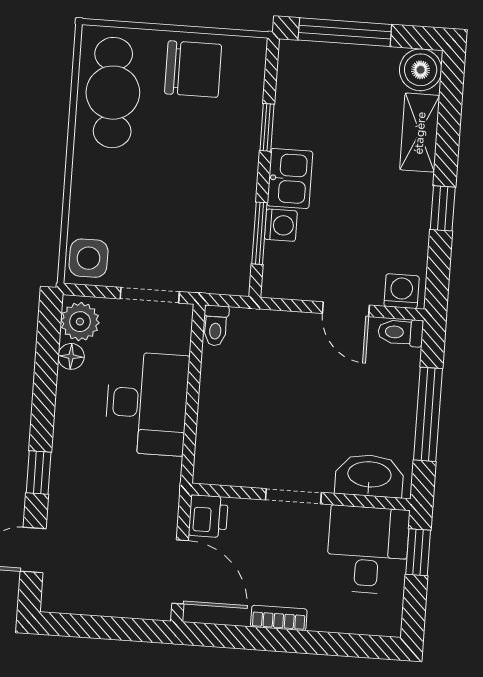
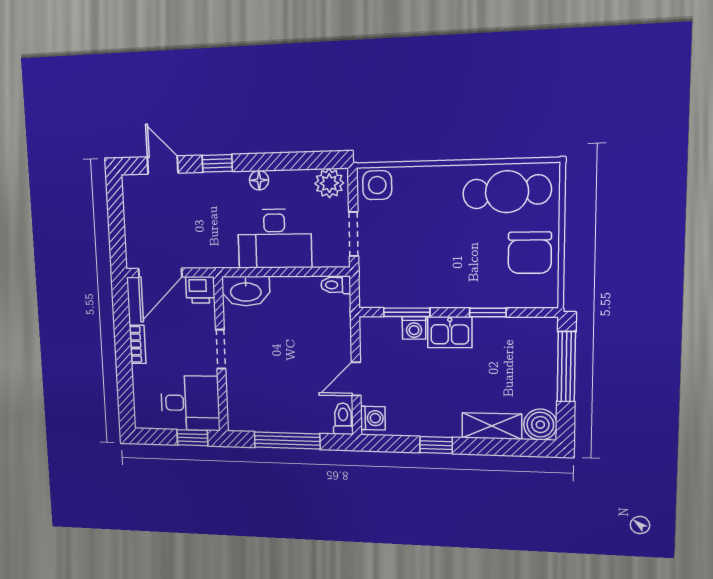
floor lamp: (71, 356) -> (259, 180), moved
washbasin: (369, 476) -> (246, 291), moved, turned 90

